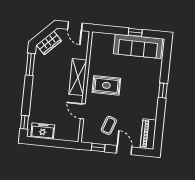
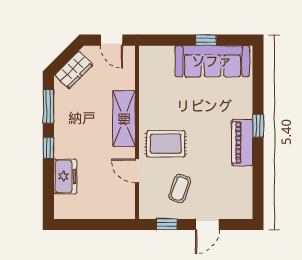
rug: (106, 85) -> (166, 144), moved
window: (24, 122) -> (48, 148), moved
freezer: (43, 131) -> (65, 176), moved, turned 90
piano: (148, 134) -> (242, 143), moved
door: (124, 150) -> (207, 224), swing flipped

